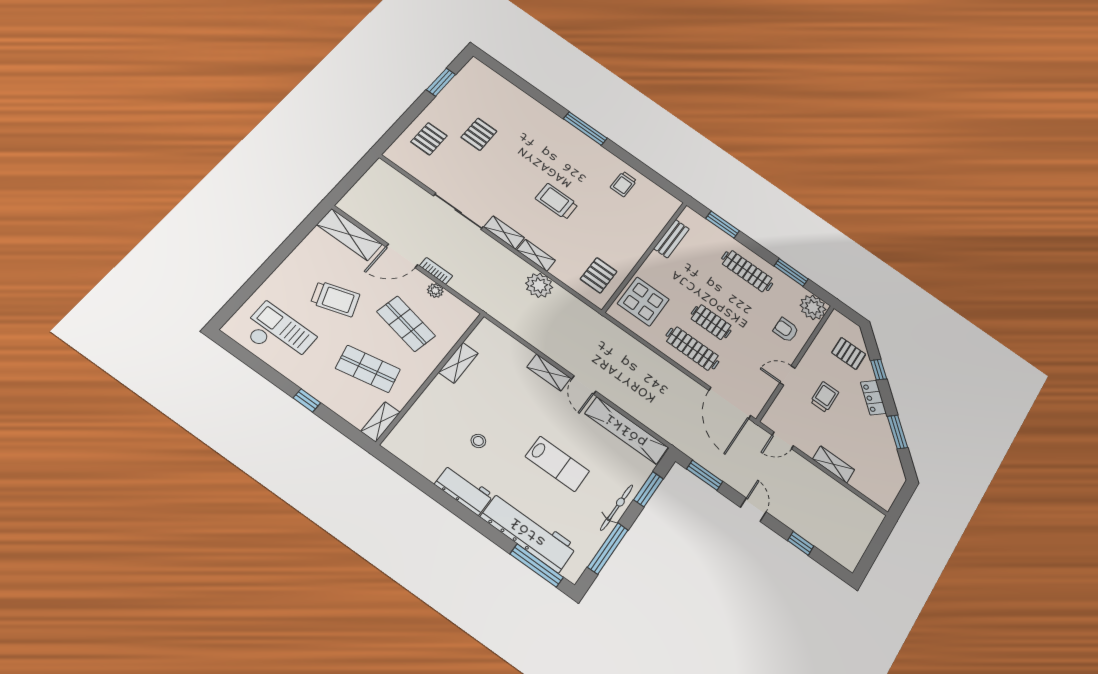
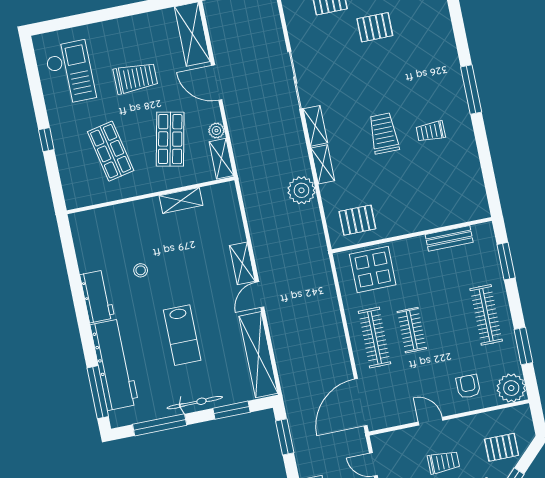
trolley: (624, 184) -> (431, 131), moved
bookcase: (436, 271) -> (232, 115), removed
trolley: (335, 299) -> (135, 78), turned -71
pallet: (849, 353) -> (502, 447), turned 90
shelving: (381, 422) -> (221, 159), moved, turned 90

